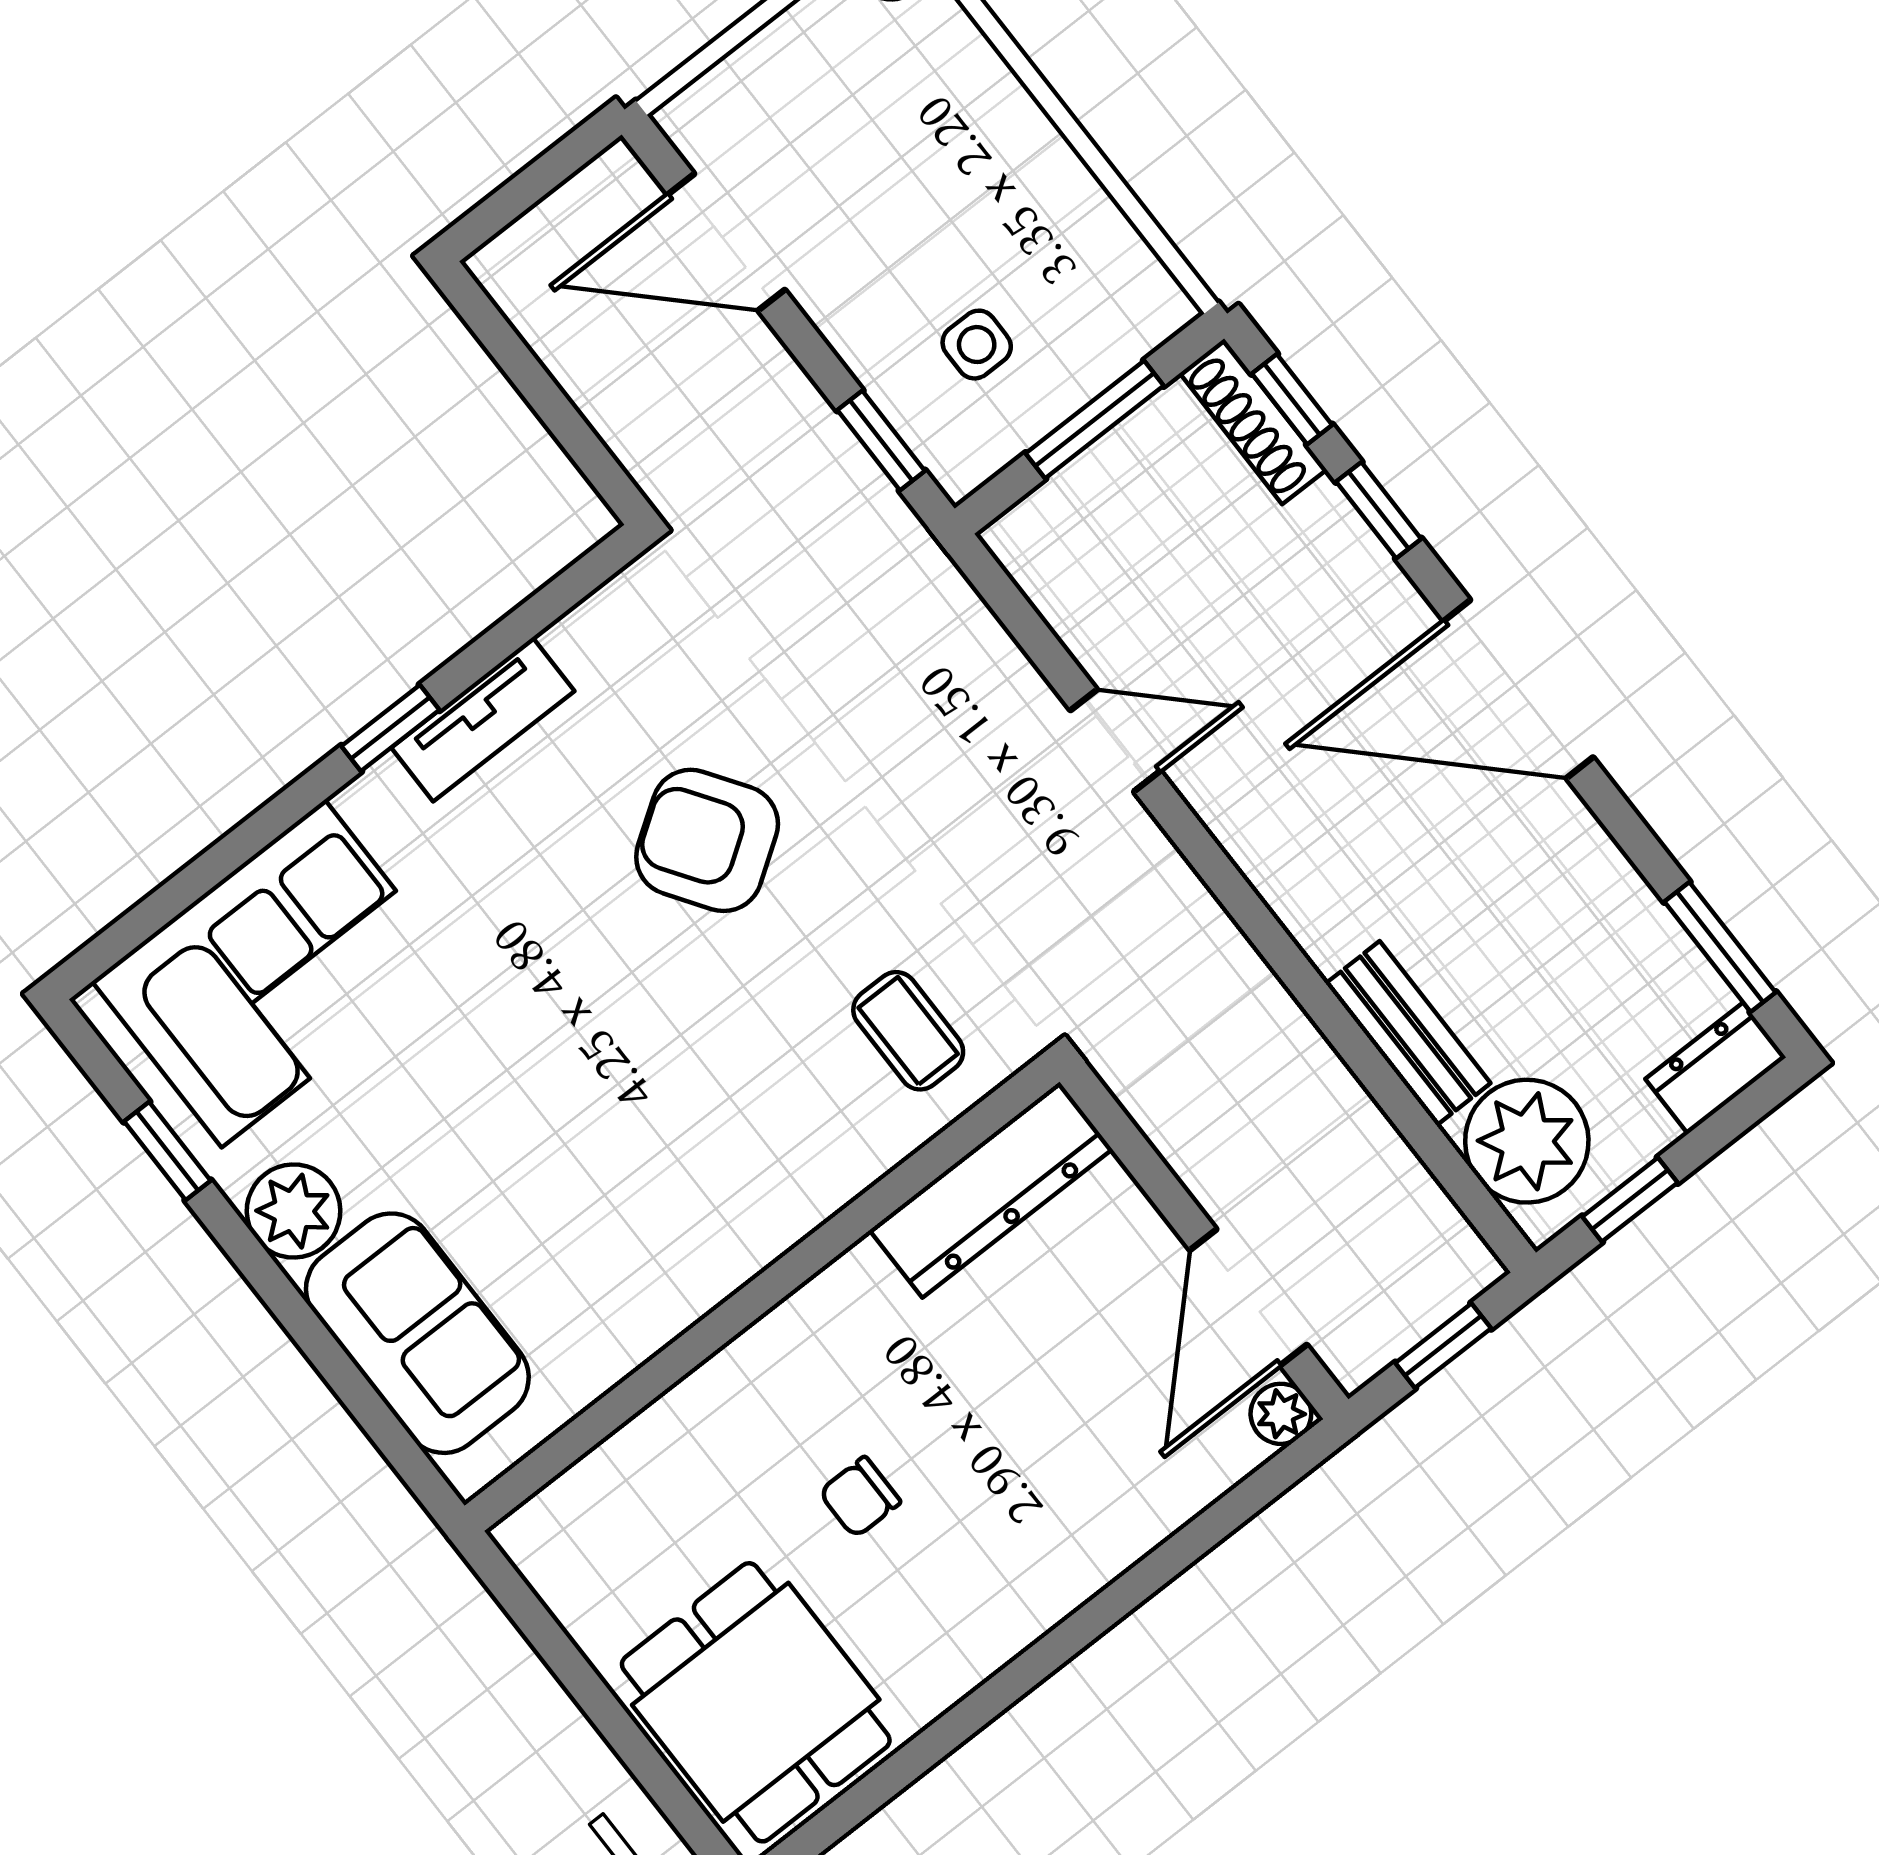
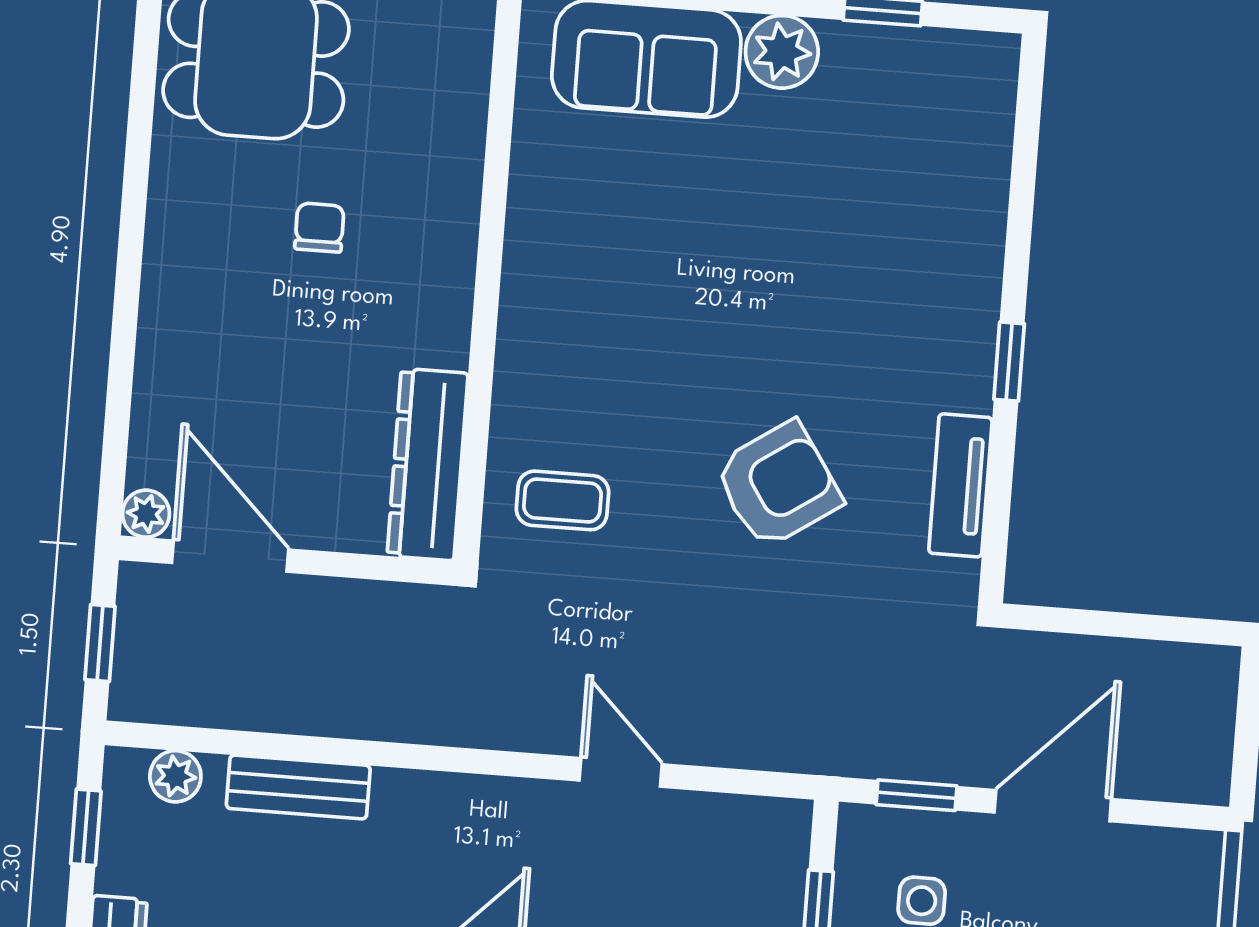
door: (726, 242) -> (1053, 806), moved
tv unit: (483, 719) -> (960, 485), moved
door: (1115, 740) -> (621, 772), swing flipped
corner sofa: (273, 974) -> (929, 165), removed
plant: (1527, 1141) -> (175, 776), width x0.53, depth x0.53

